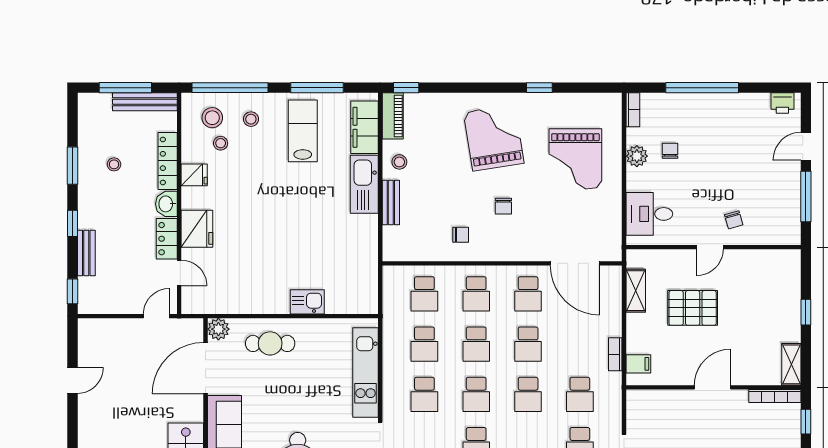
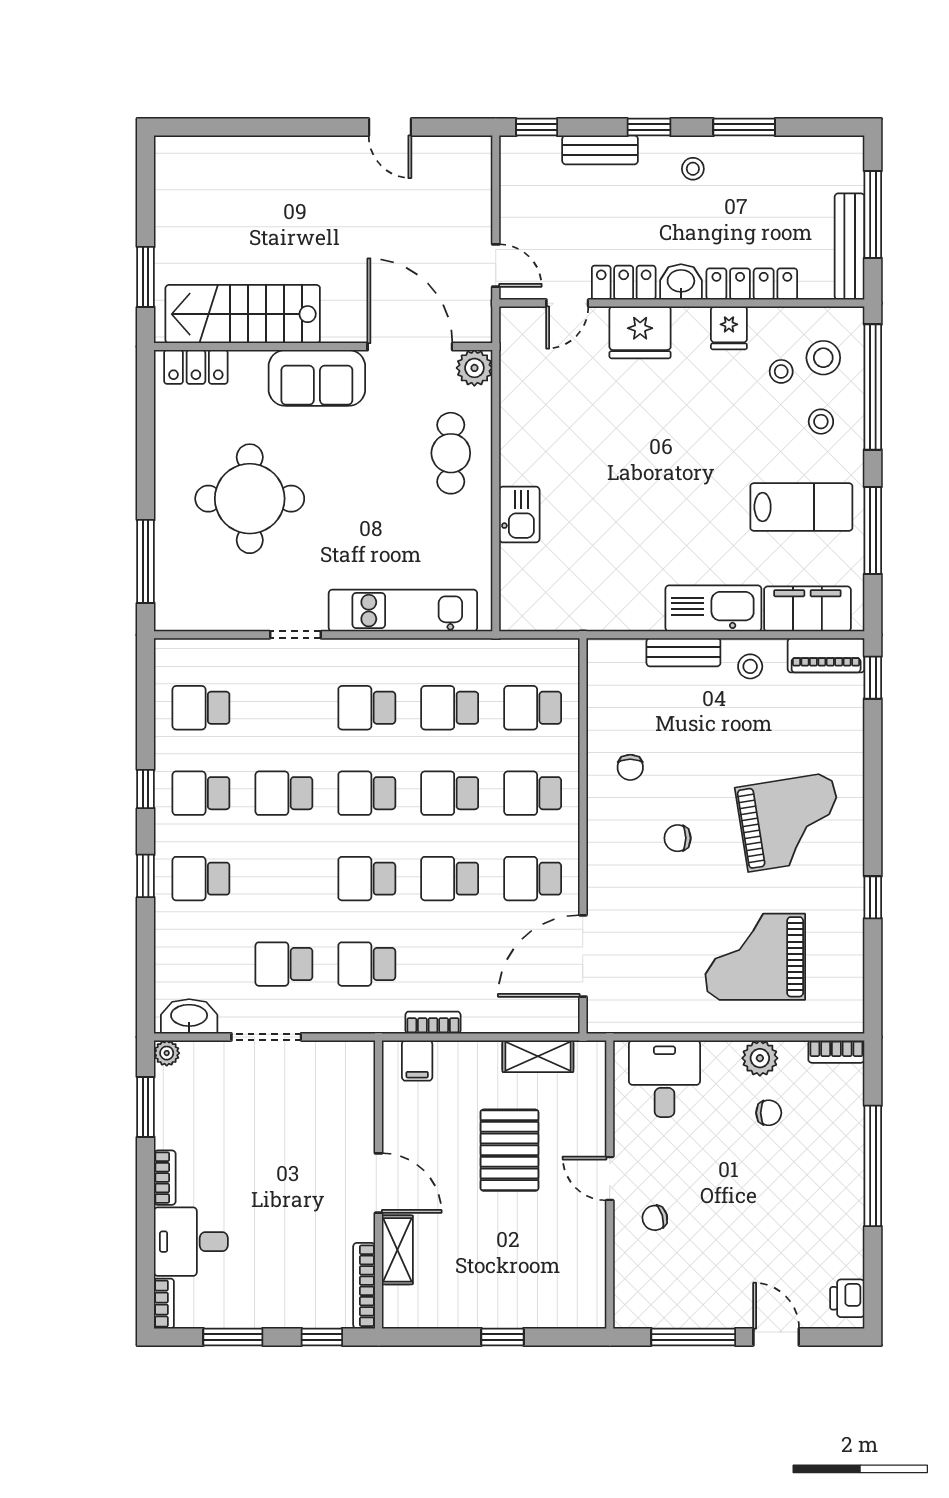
stool: (114, 164) -> (693, 169), moved
shelving: (791, 364) -> (397, 1250), moved, turned 90

